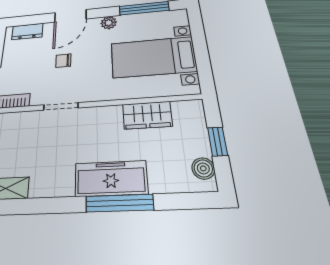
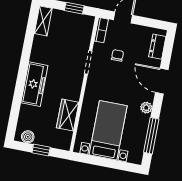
chair: (63, 61) -> (117, 55), moved
window: (119, 203) -> (20, 86), removed

